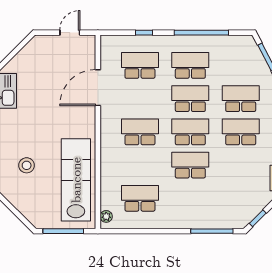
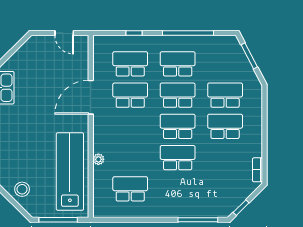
door: (70, 33) -> (64, 33), swing flipped
door: (98, 88) -> (91, 97), moved
school desk: (140, 132) -> (130, 95), moved
stool: (27, 165) -> (22, 189), moved
plant: (106, 216) -> (98, 159), moved

